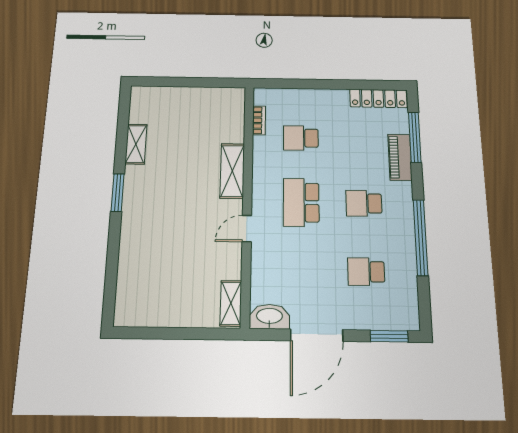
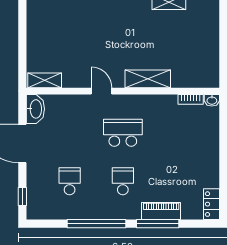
washbasin: (261, 96) -> (212, 100), added
locker: (378, 98) -> (211, 204), width x0.66
window: (415, 137) -> (158, 224), moved
school desk: (301, 138) -> (176, 133), removed
window: (389, 336) -> (22, 197), width x0.67

